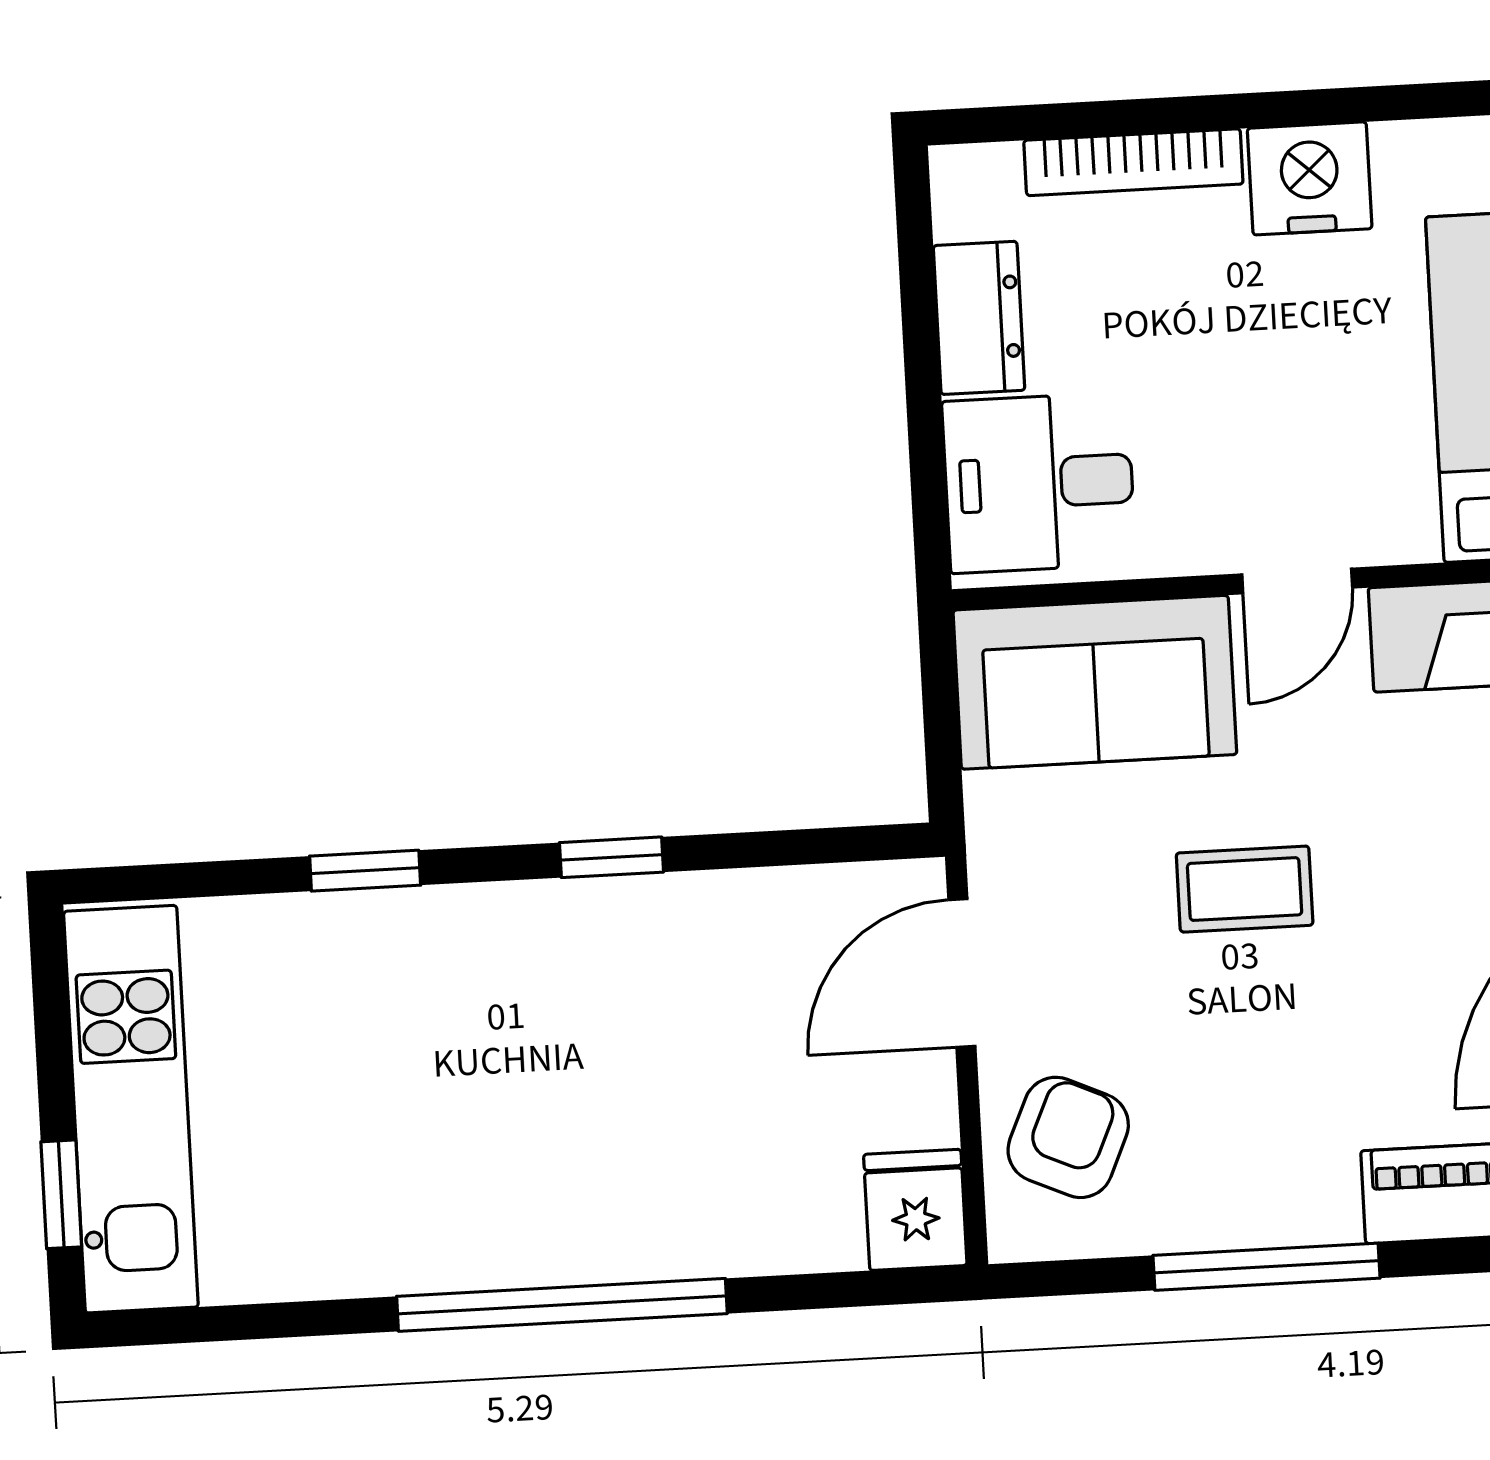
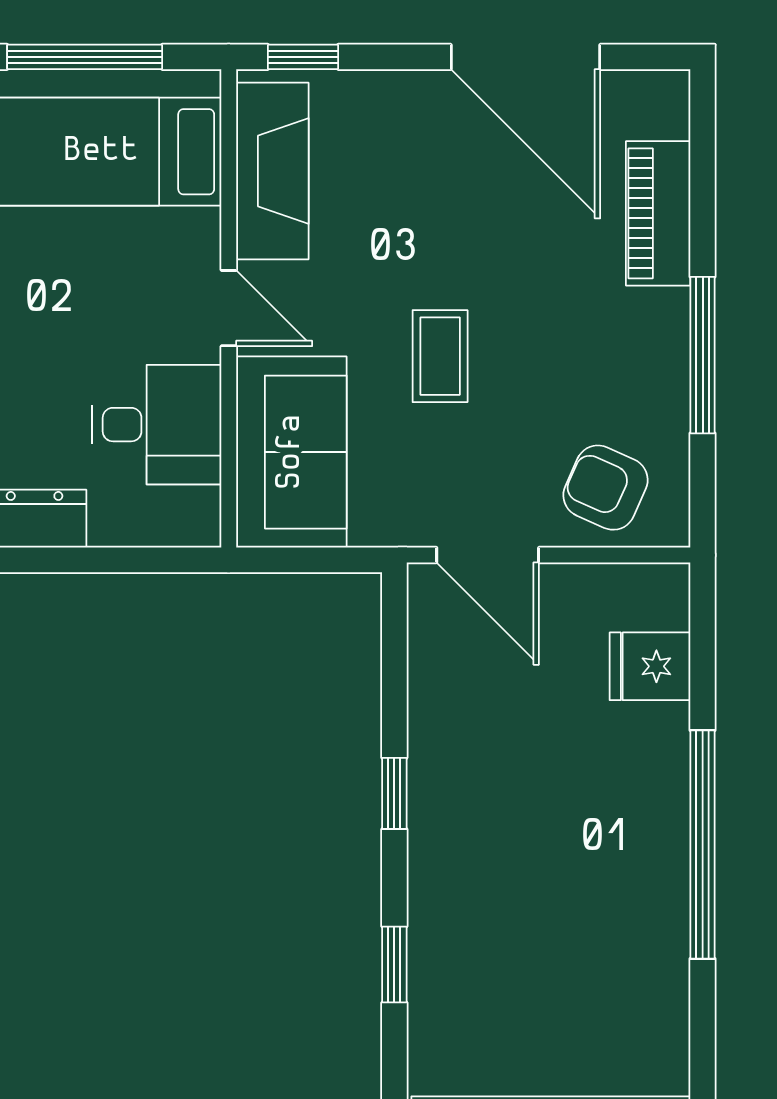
desk: (1039, 483) -> (157, 425), moved, turned -90
fridge: (915, 1210) -> (650, 666), moved

